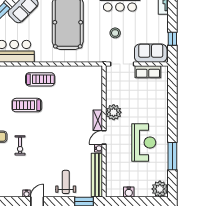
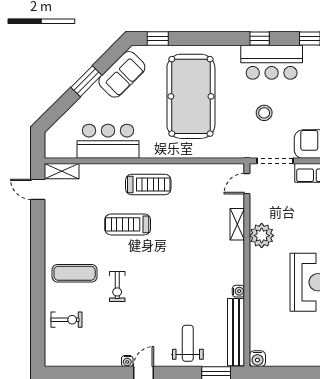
shelving: (98, 120) -> (237, 224), moved
door: (104, 137) -> (247, 184), moved
water cooler: (129, 192) -> (257, 359), moved

